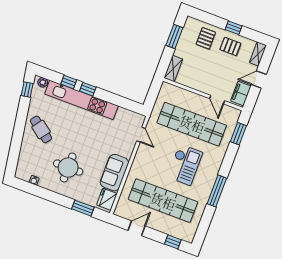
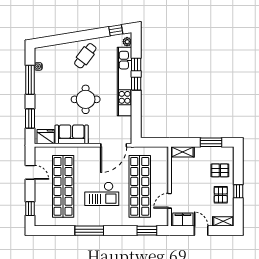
door: (141, 135) -> (114, 145), width x1.87
round table: (68, 168) -> (86, 99), moved
window: (44, 194) -> (30, 80), added

